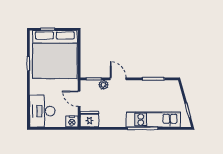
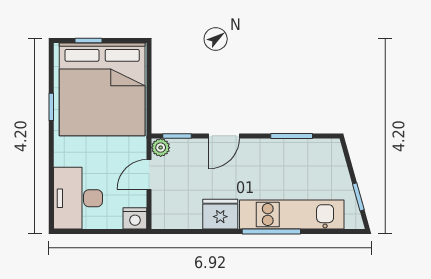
door: (118, 79) -> (224, 136), swing flipped
plant: (104, 85) -> (161, 148), moved
door: (79, 99) -> (149, 174), hinge flipped
fridge: (89, 119) -> (220, 214), moved

